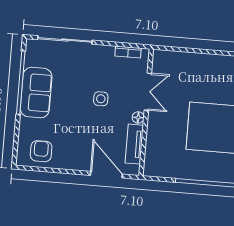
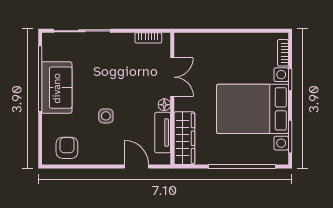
side table: (101, 99) -> (106, 116), moved
wardrobe: (155, 151) -> (184, 138), added
door: (106, 175) -> (136, 167), width x0.73

